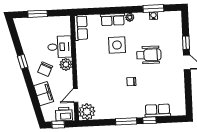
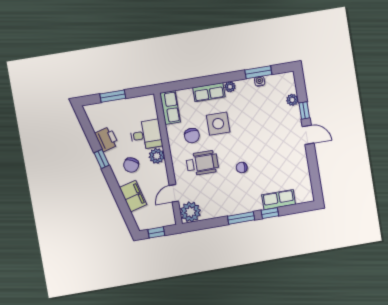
plant: (178, 33) -> (292, 100), added
chair: (95, 52) -> (192, 136), added
wheelchair: (149, 55) -> (202, 163), moved
printer: (64, 114) -> (107, 139), moved, turned 75

